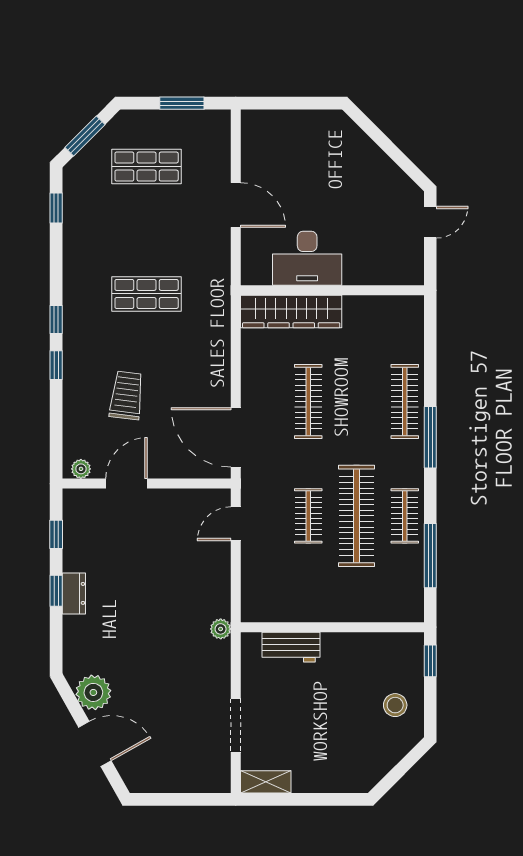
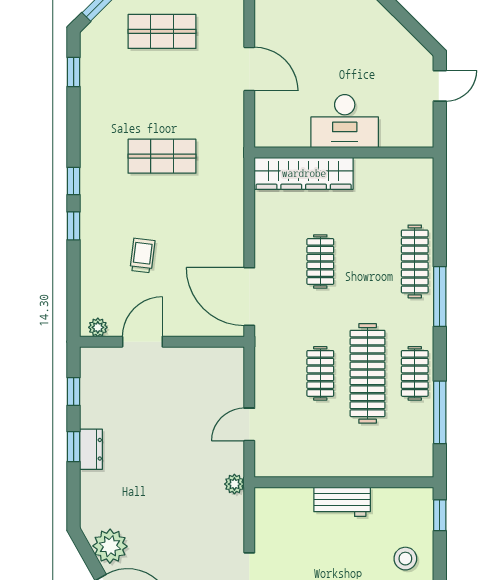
desk: (307, 258) -> (345, 121), moved
trolley: (127, 395) -> (142, 255), width x0.73, depth x0.72
clothes rail: (308, 402) -> (320, 261), width x0.73
door: (236, 524) -> (249, 424), moved
workbench: (291, 647) -> (342, 502), moved

